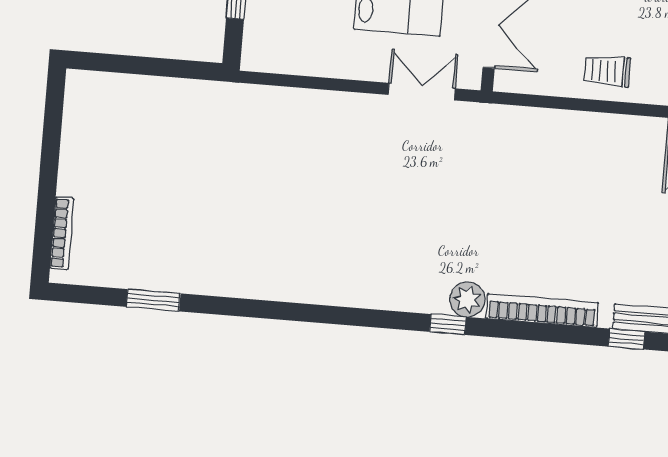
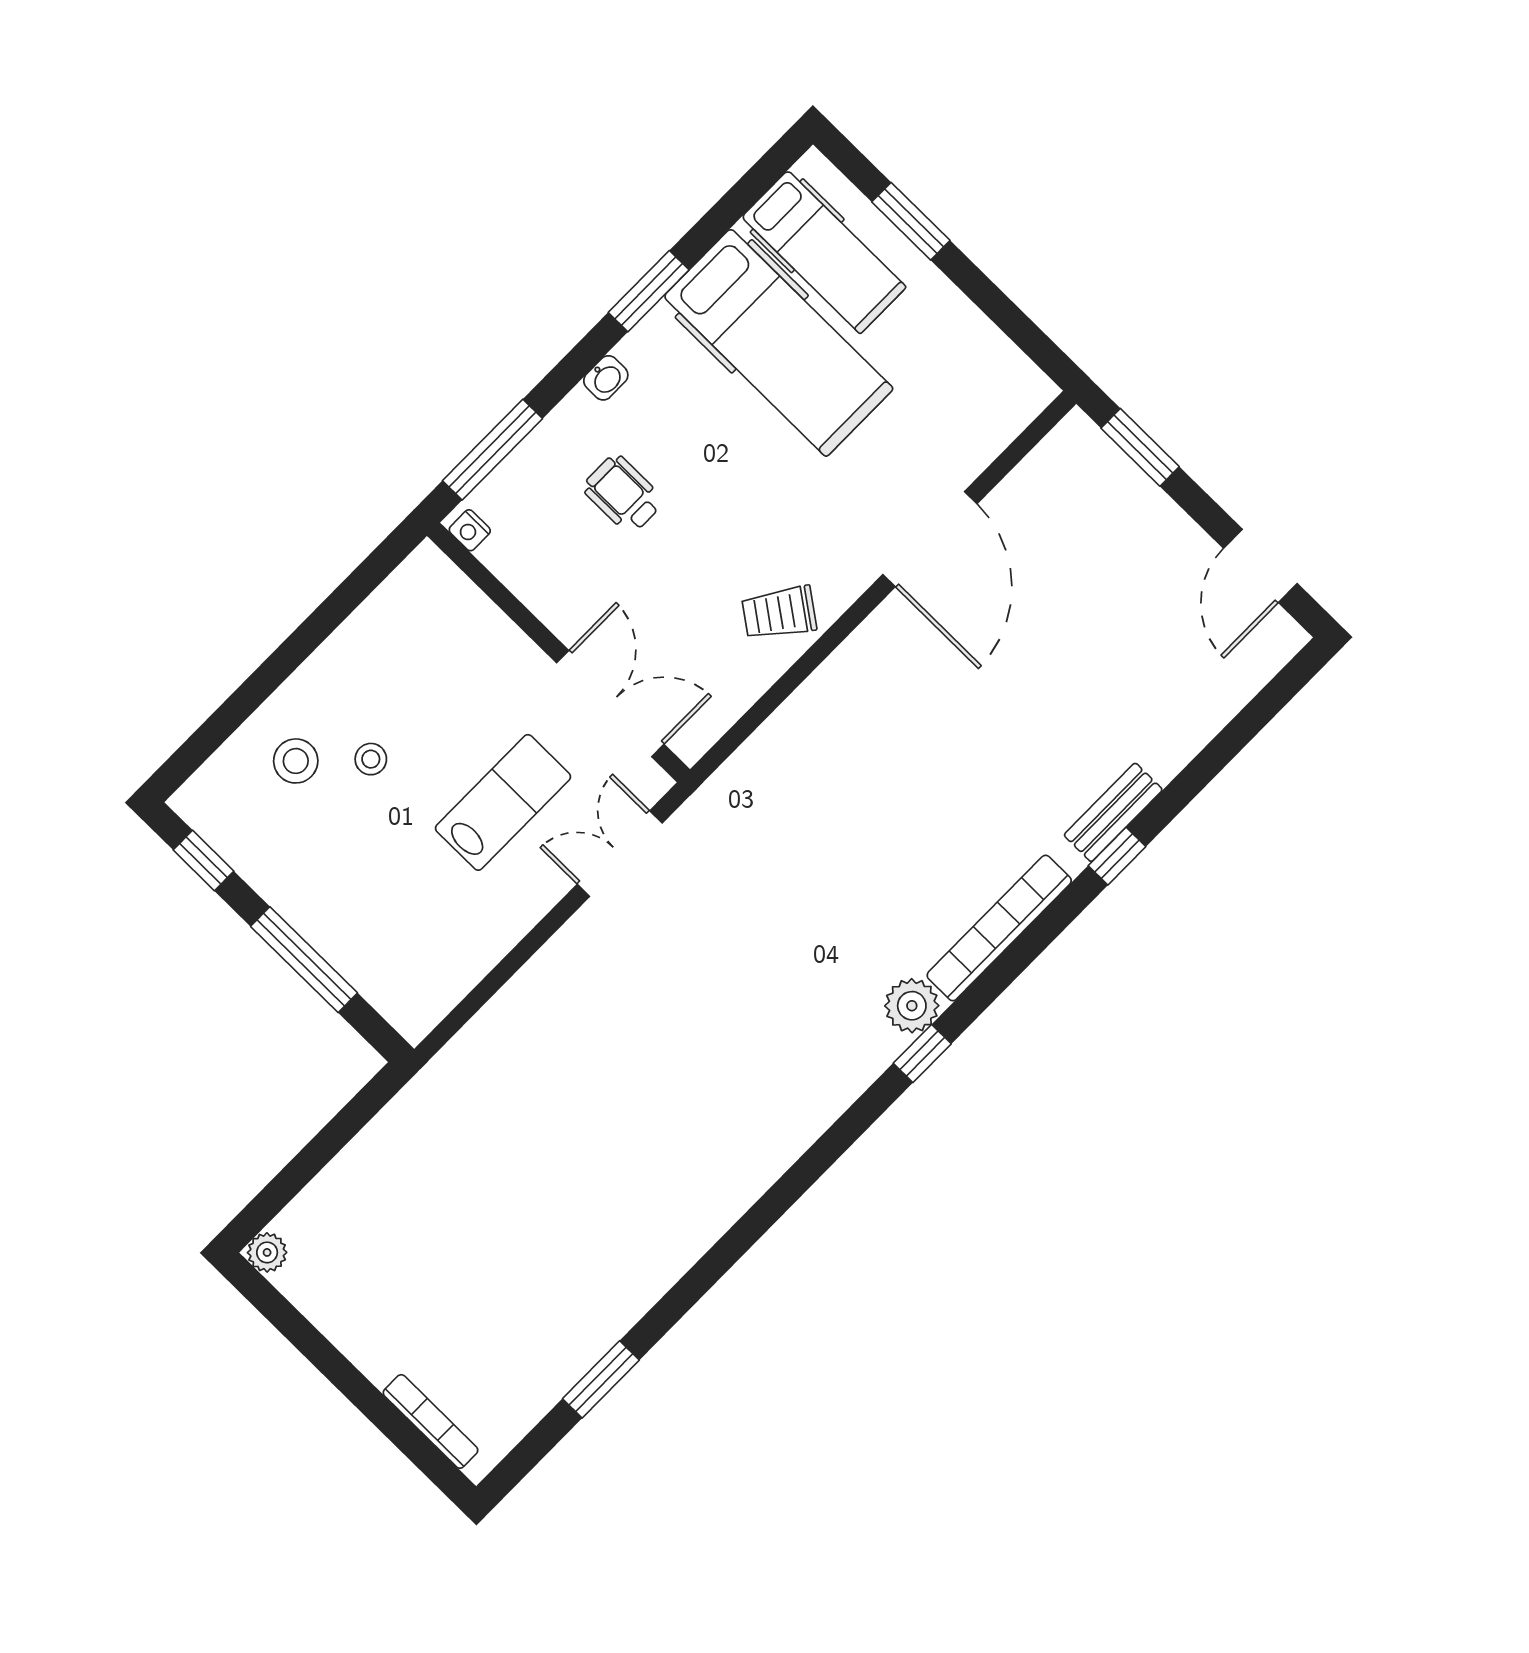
trolley: (607, 71) -> (779, 613), turned 36
plant: (78, 82) -> (267, 1252), added

